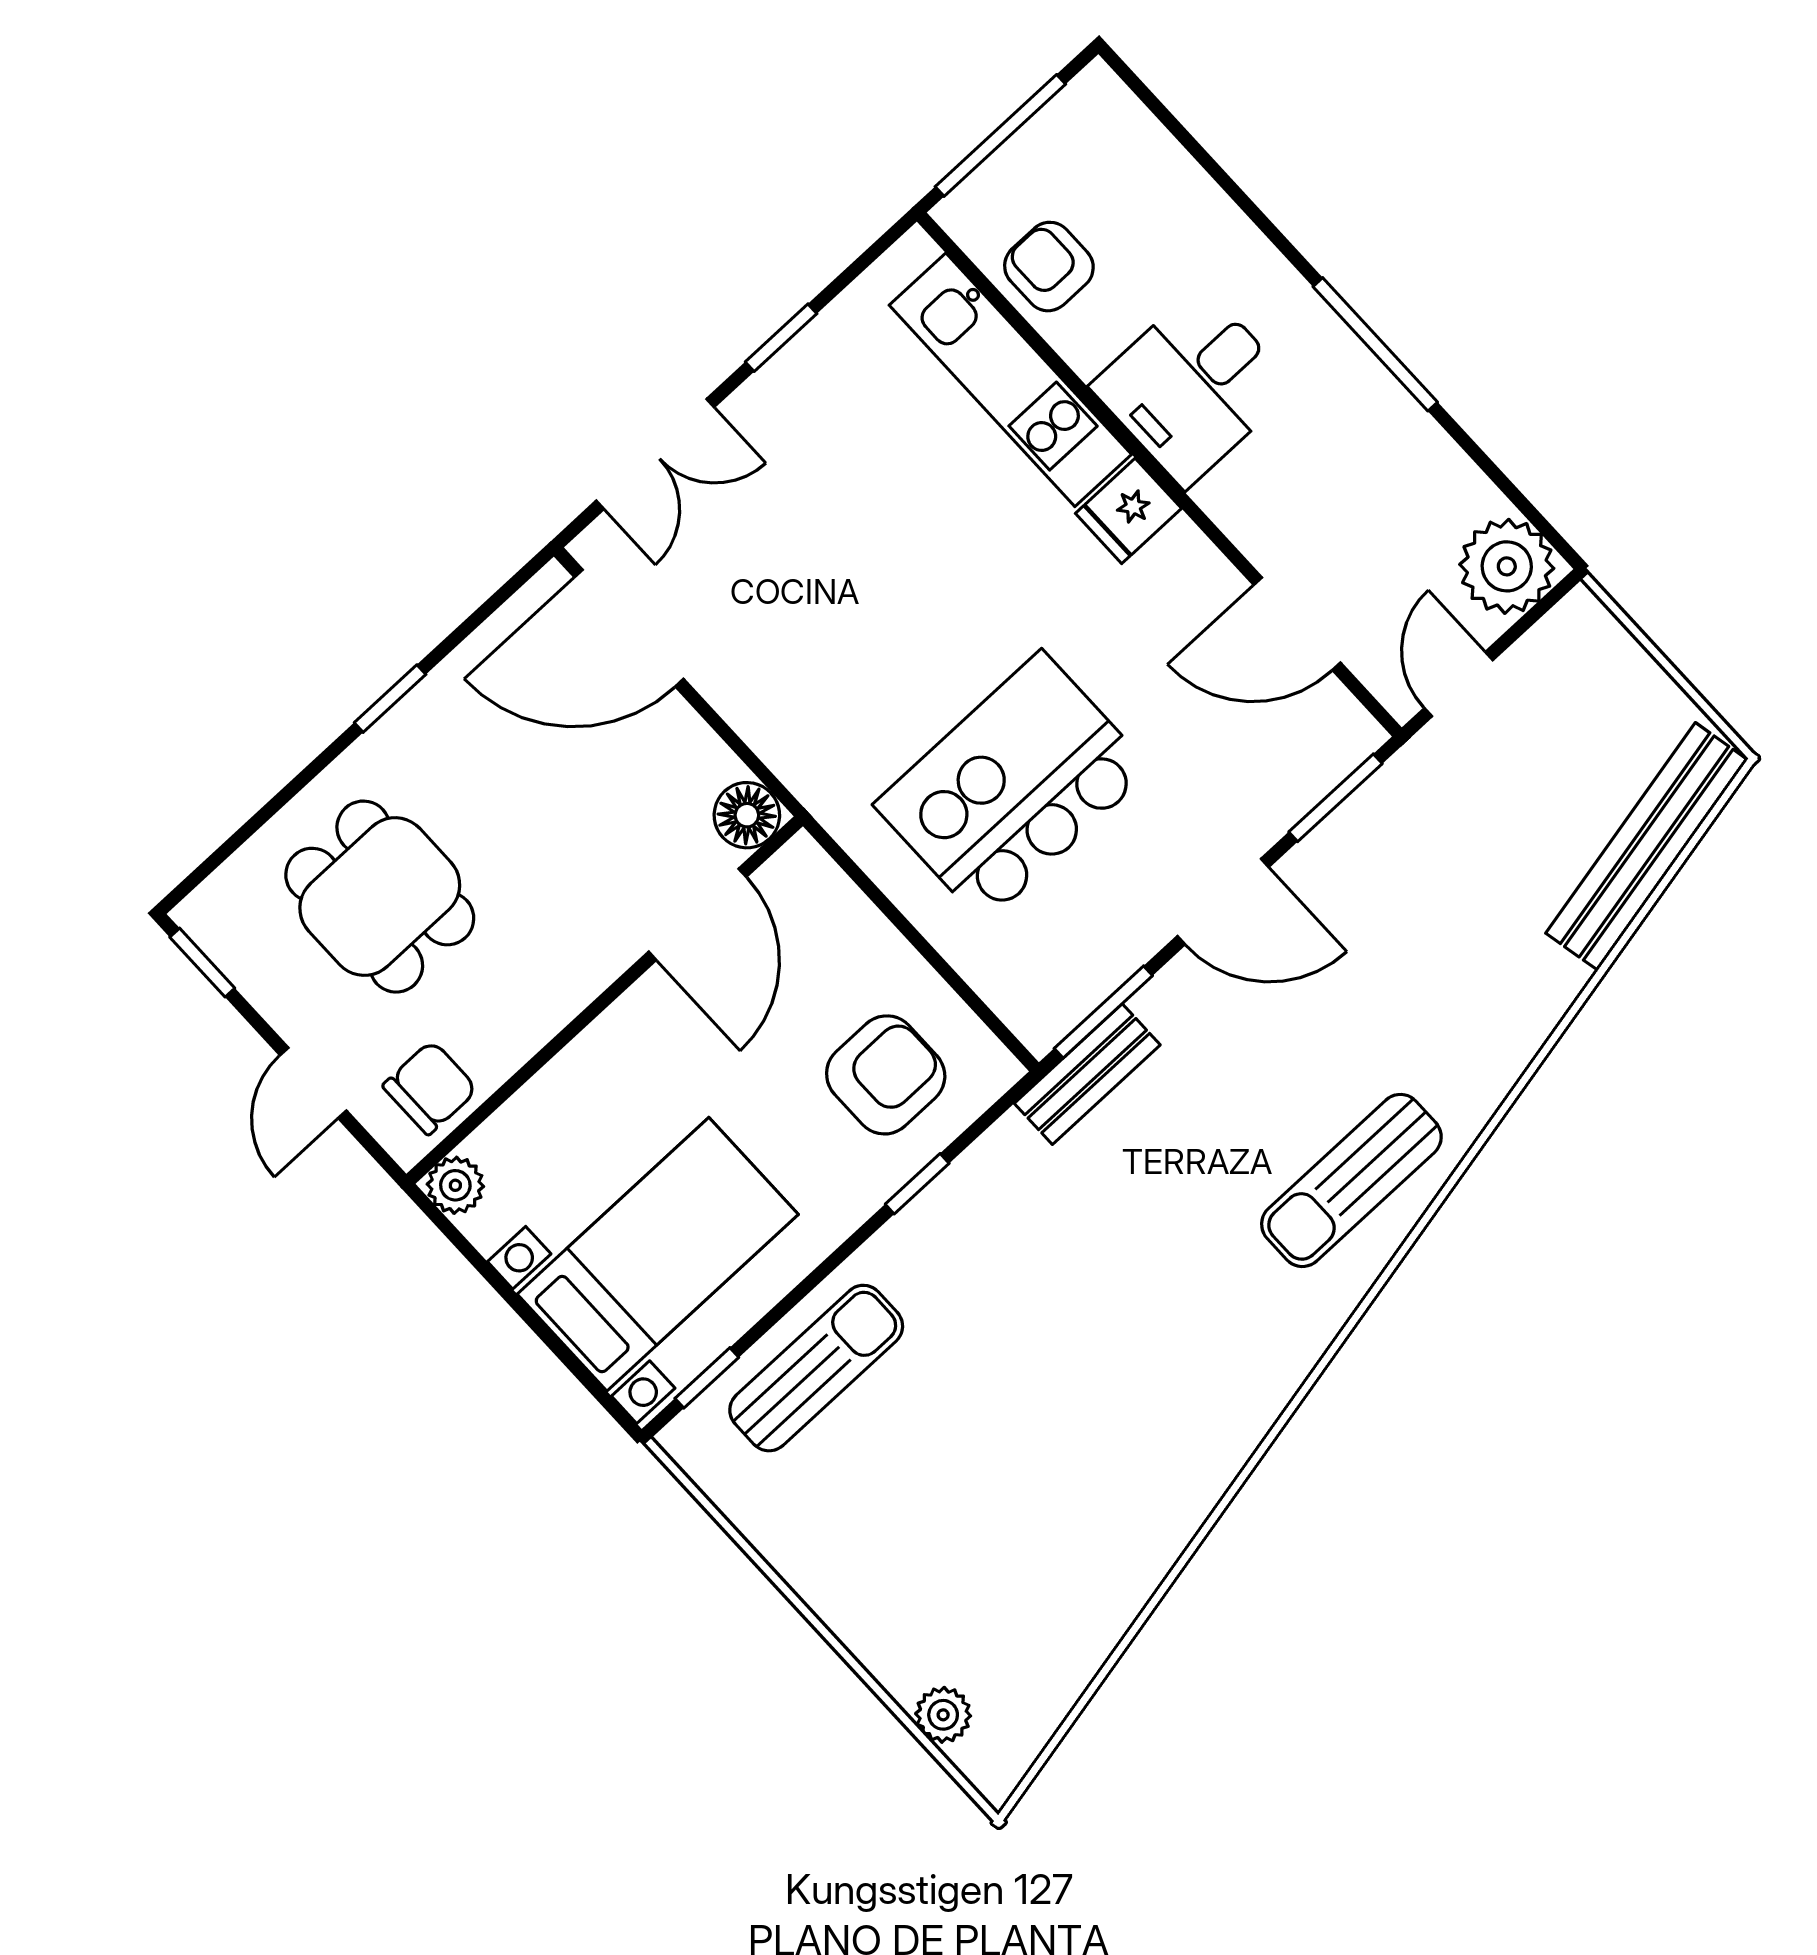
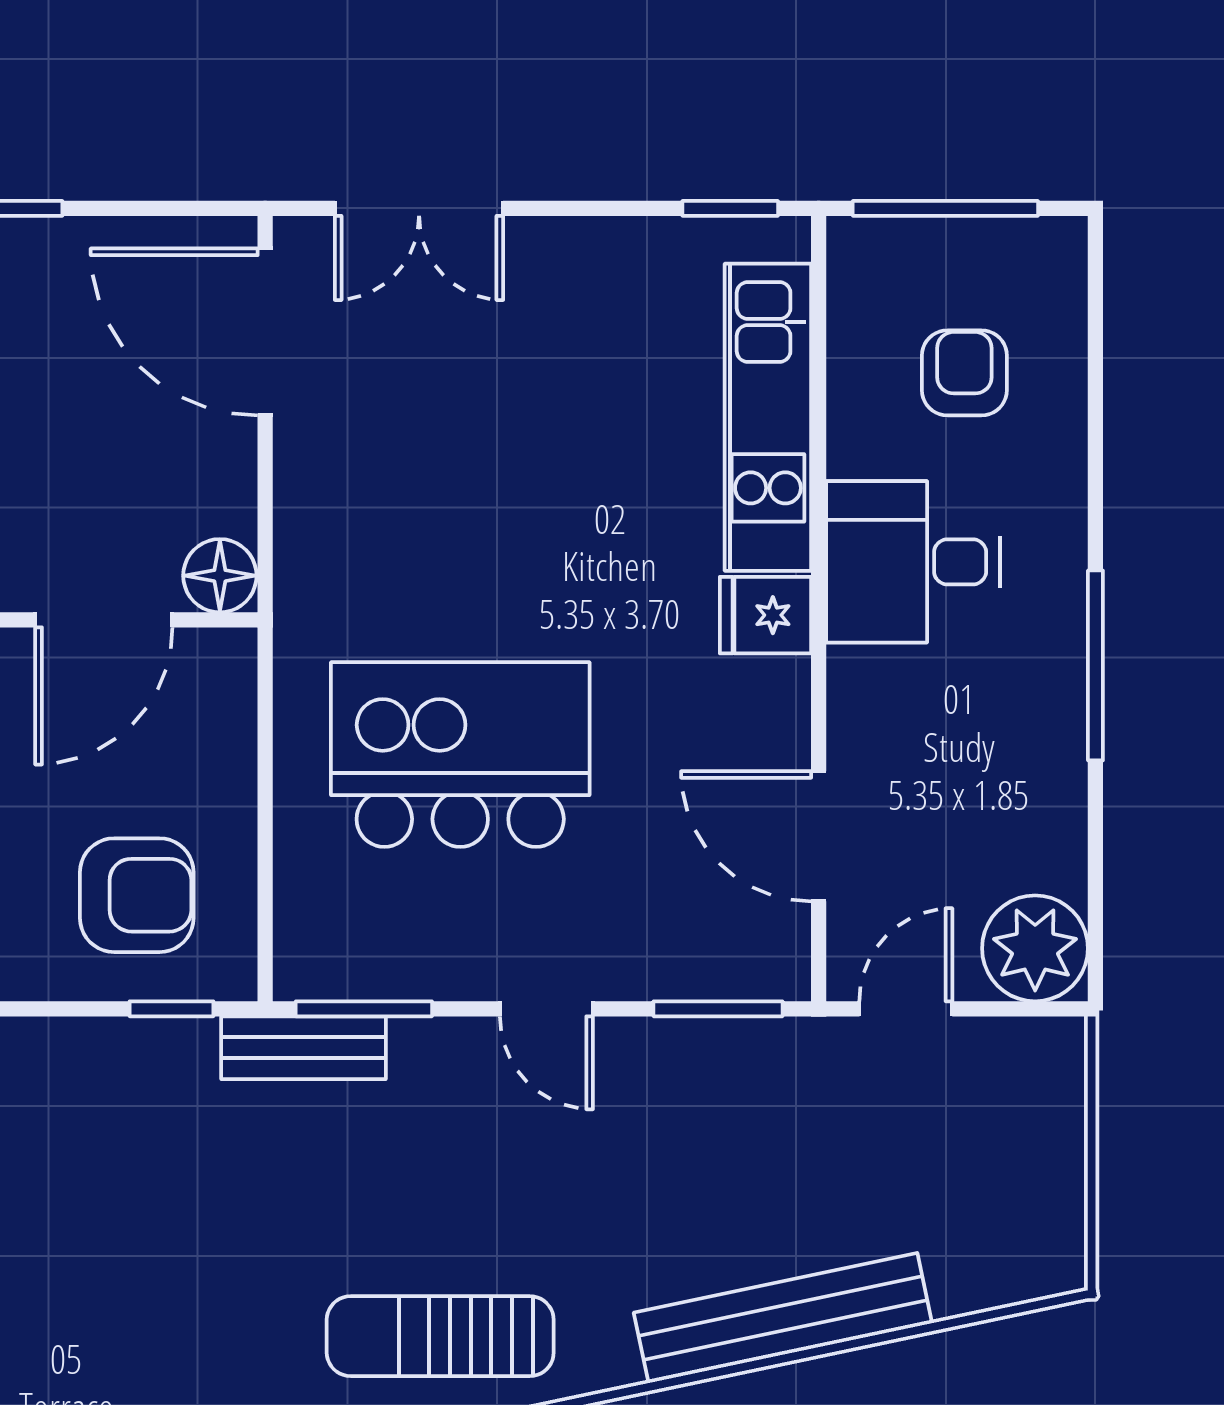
armchair: (1049, 267) -> (964, 373), moved
window: (781, 338) -> (730, 208), moved
bench: (1647, 846) -> (783, 1318), moved
door: (1223, 902) -> (546, 1009), width x0.73
window: (917, 1184) -> (172, 1009), moved

